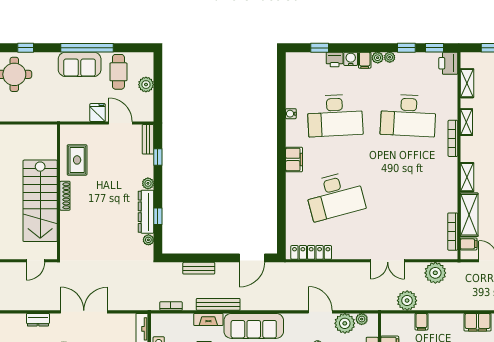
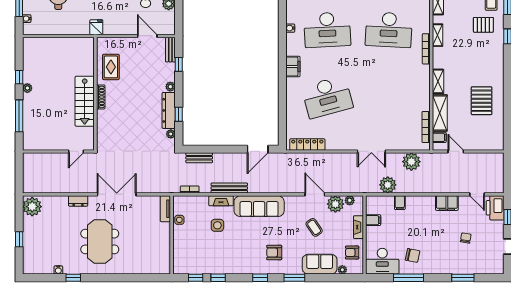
fridge: (98, 113) -> (96, 27), moved
stairs: (40, 201) -> (85, 101), width x0.73, depth x0.66
bench: (199, 268) -> (199, 158), moved

